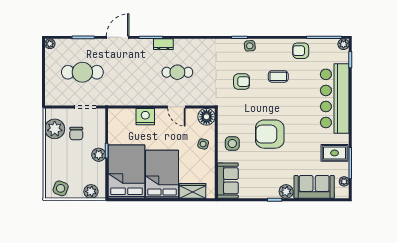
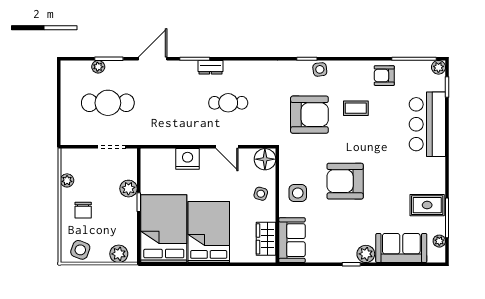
plant: (50, 44) -> (98, 67), moved
armchair: (242, 82) -> (309, 115), width x1.88, depth x1.88
bar counter: (335, 98) -> (427, 124), width x0.73
plant: (55, 129) -> (67, 180), width x0.53, depth x0.53
chair: (76, 134) -> (83, 210), moved
plant: (99, 155) -> (128, 189), moved
wardrobe: (192, 191) -> (266, 239), moved, turned -90

